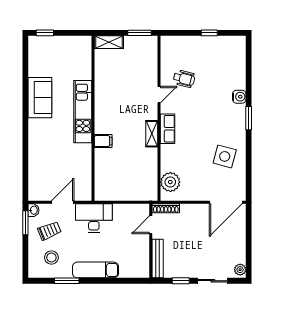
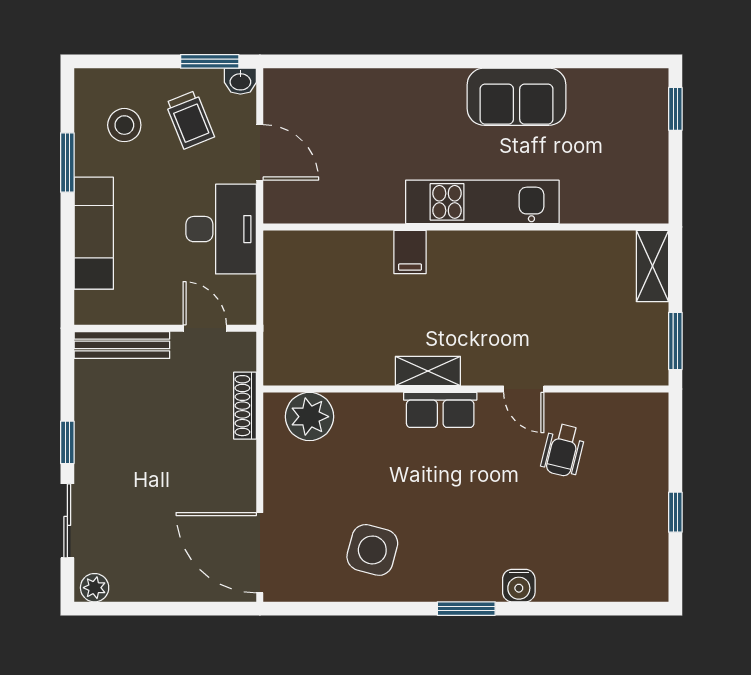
door: (151, 225) -> (205, 328), moved
wall: (151, 241) -> (165, 328), moved
bench: (158, 258) -> (122, 345), moved

